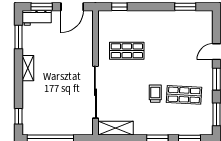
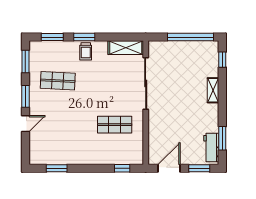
workbench: (37, 18) -> (211, 148), moved, turned -90
shelving: (28, 68) -> (213, 90), moved
trolley: (155, 94) -> (86, 51), moved

